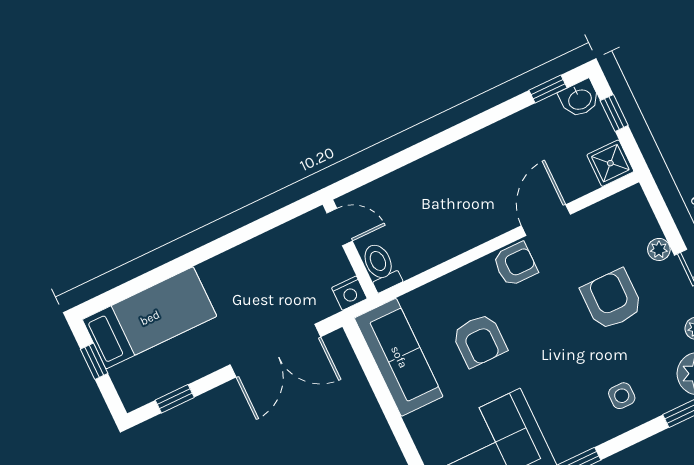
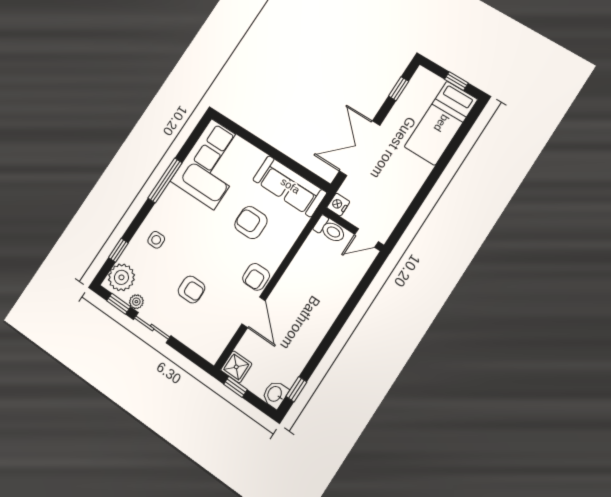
window: (614, 113) -> (236, 387), moved
plant: (659, 249) -> (181, 334), removed
armchair: (612, 300) -> (191, 289), width x0.72, depth x0.72

